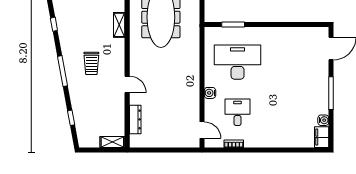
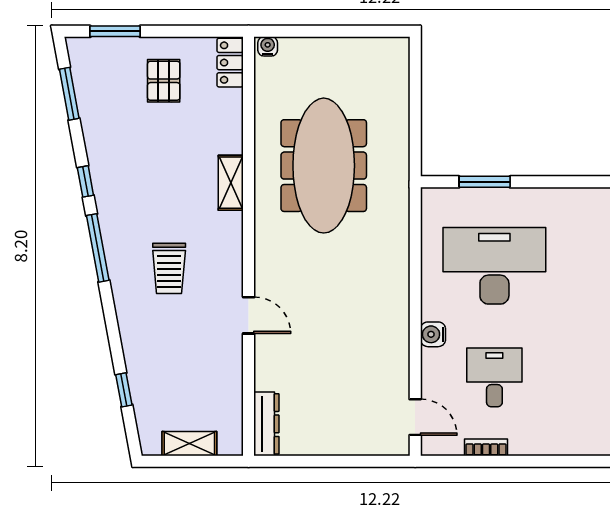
window: (63, 71) -> (98, 248), moved
dresser: (135, 119) -> (266, 424), moved
shelving: (112, 142) -> (189, 444), moved

